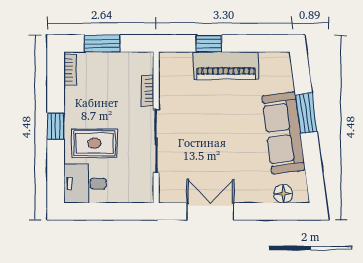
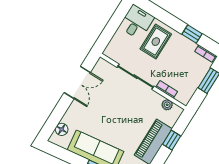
plant: (167, 78) -> (167, 105), added
window: (56, 126) -> (192, 34), moved

